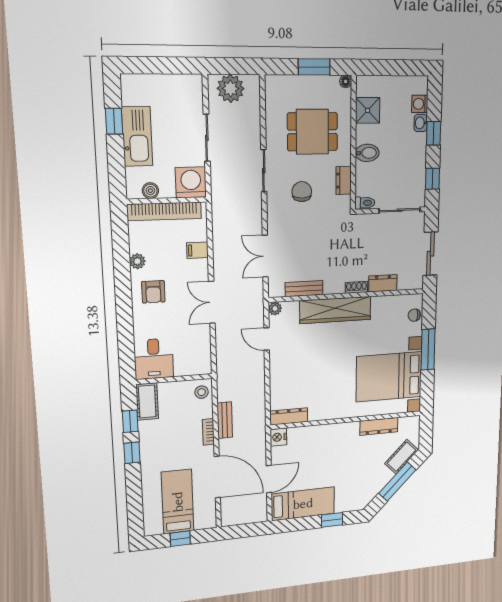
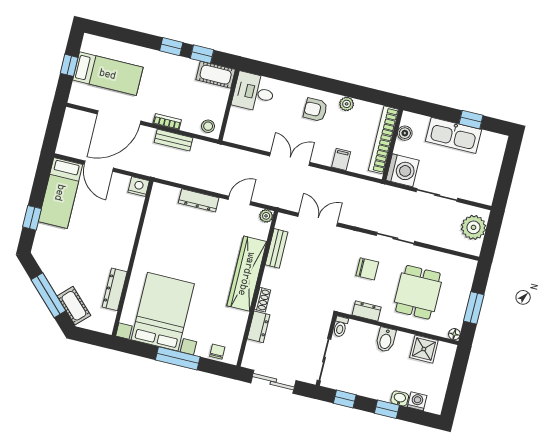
dresser: (289, 416) -> (199, 200), moved, turned 90

